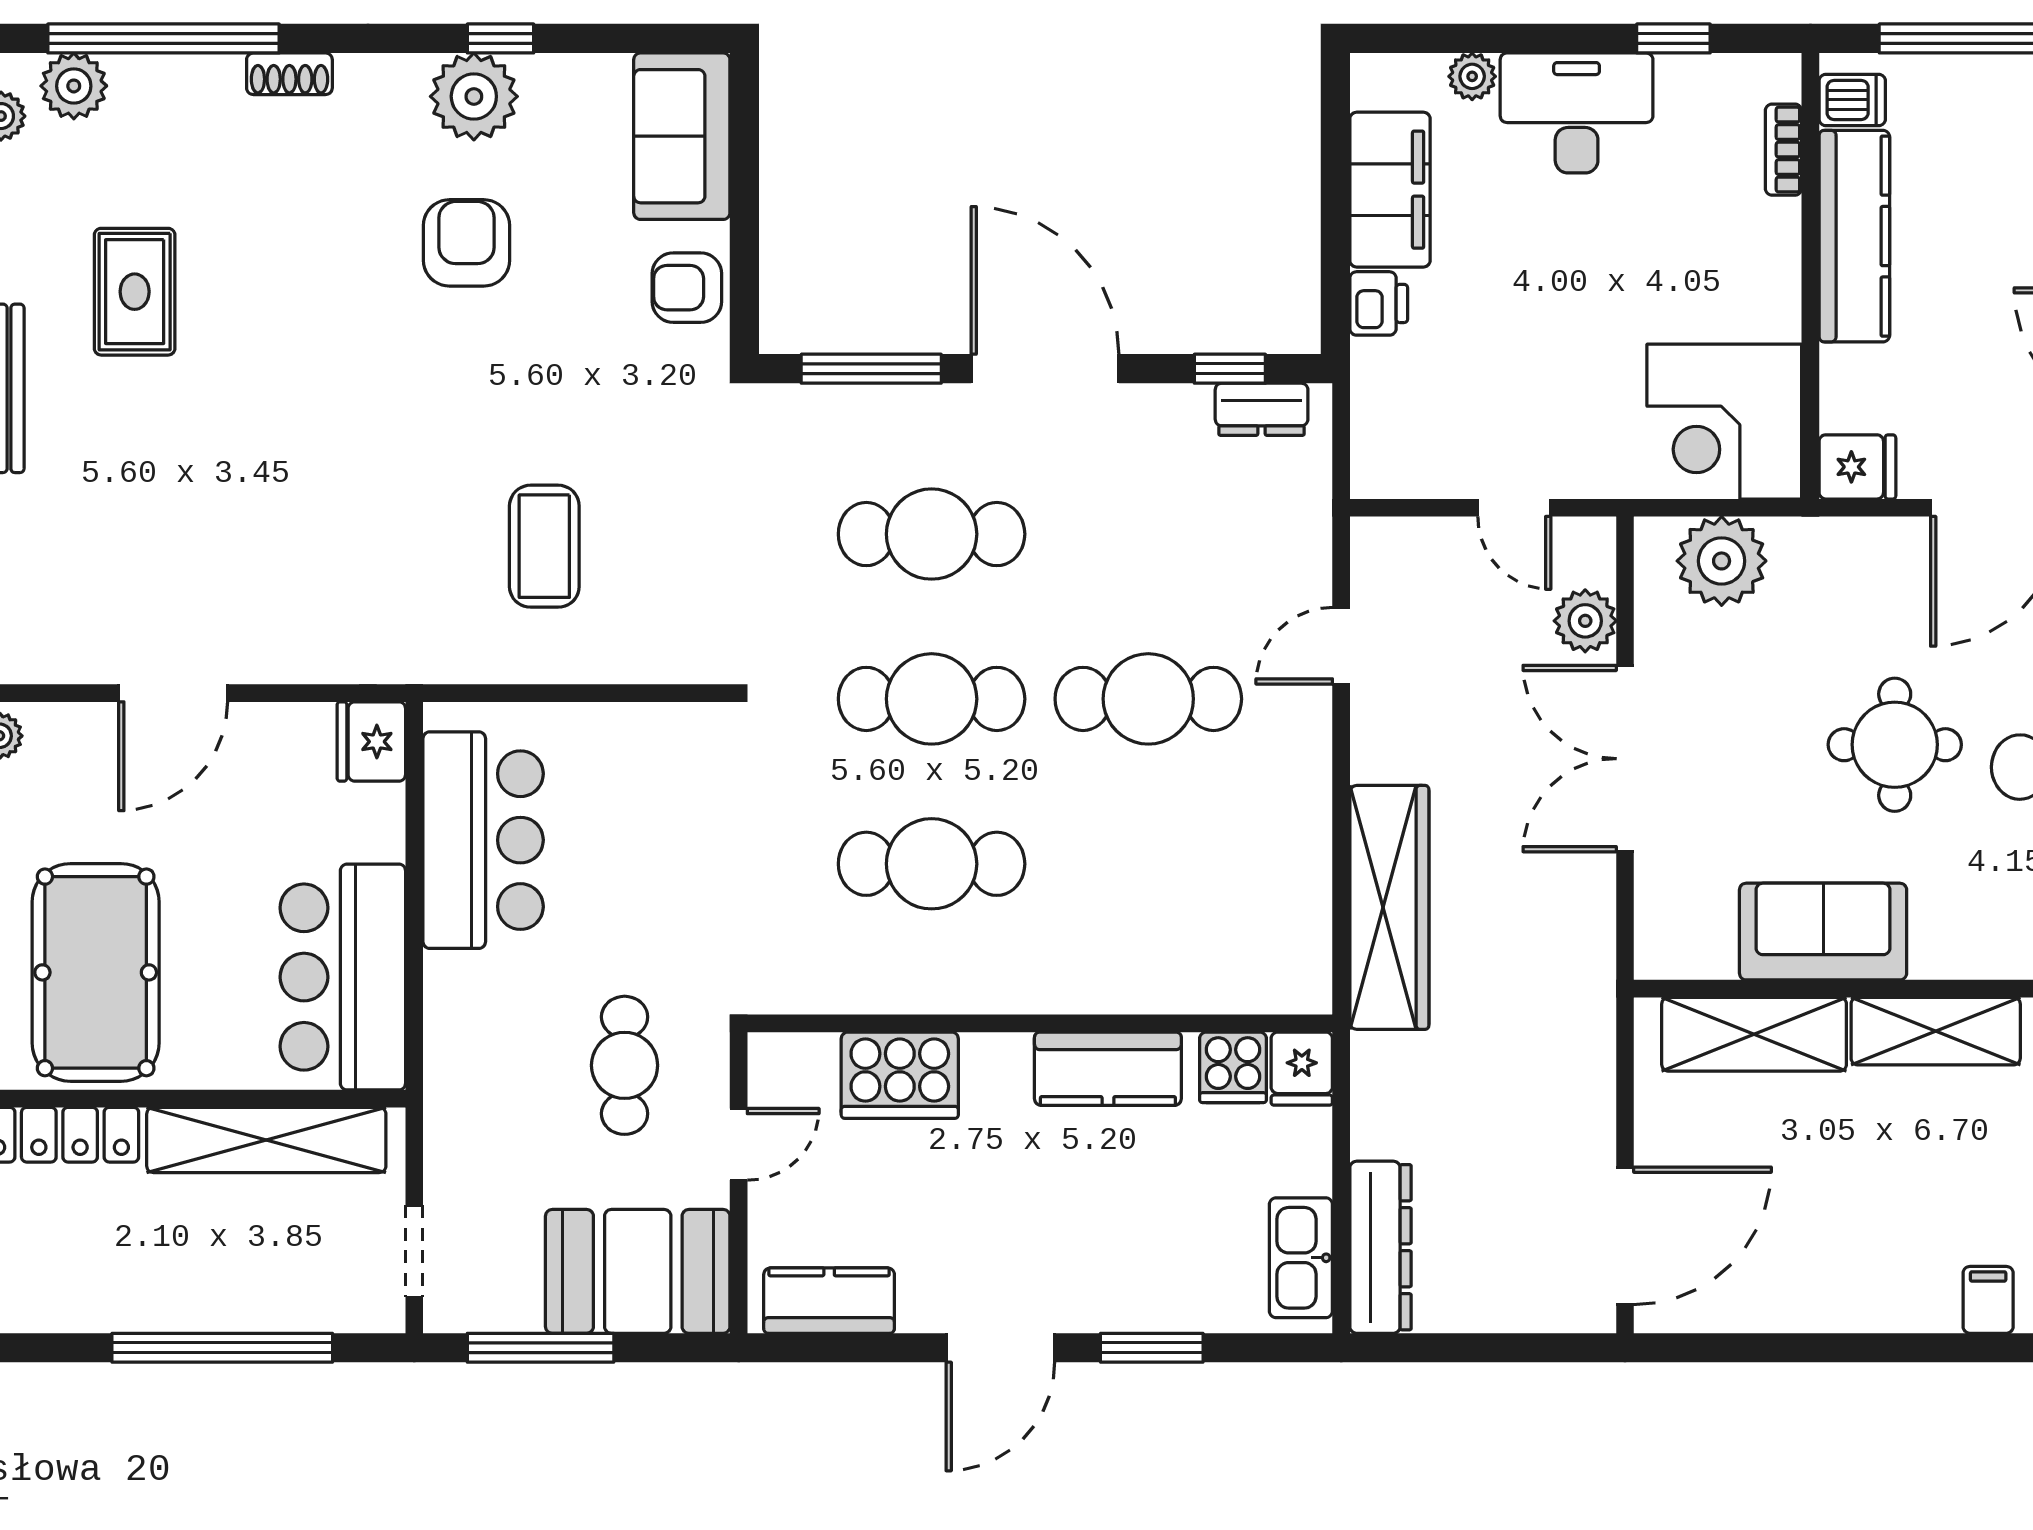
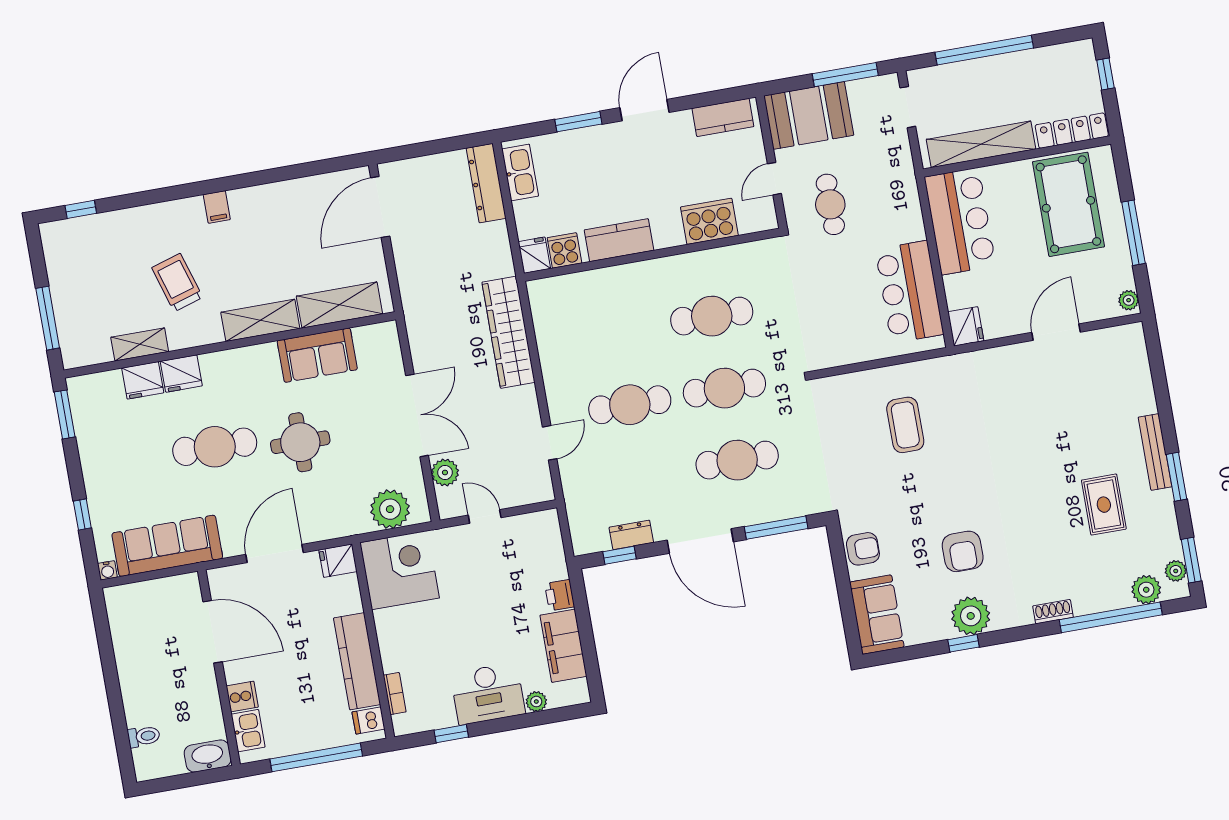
dresser: (1262, 409) -> (631, 535), moved

